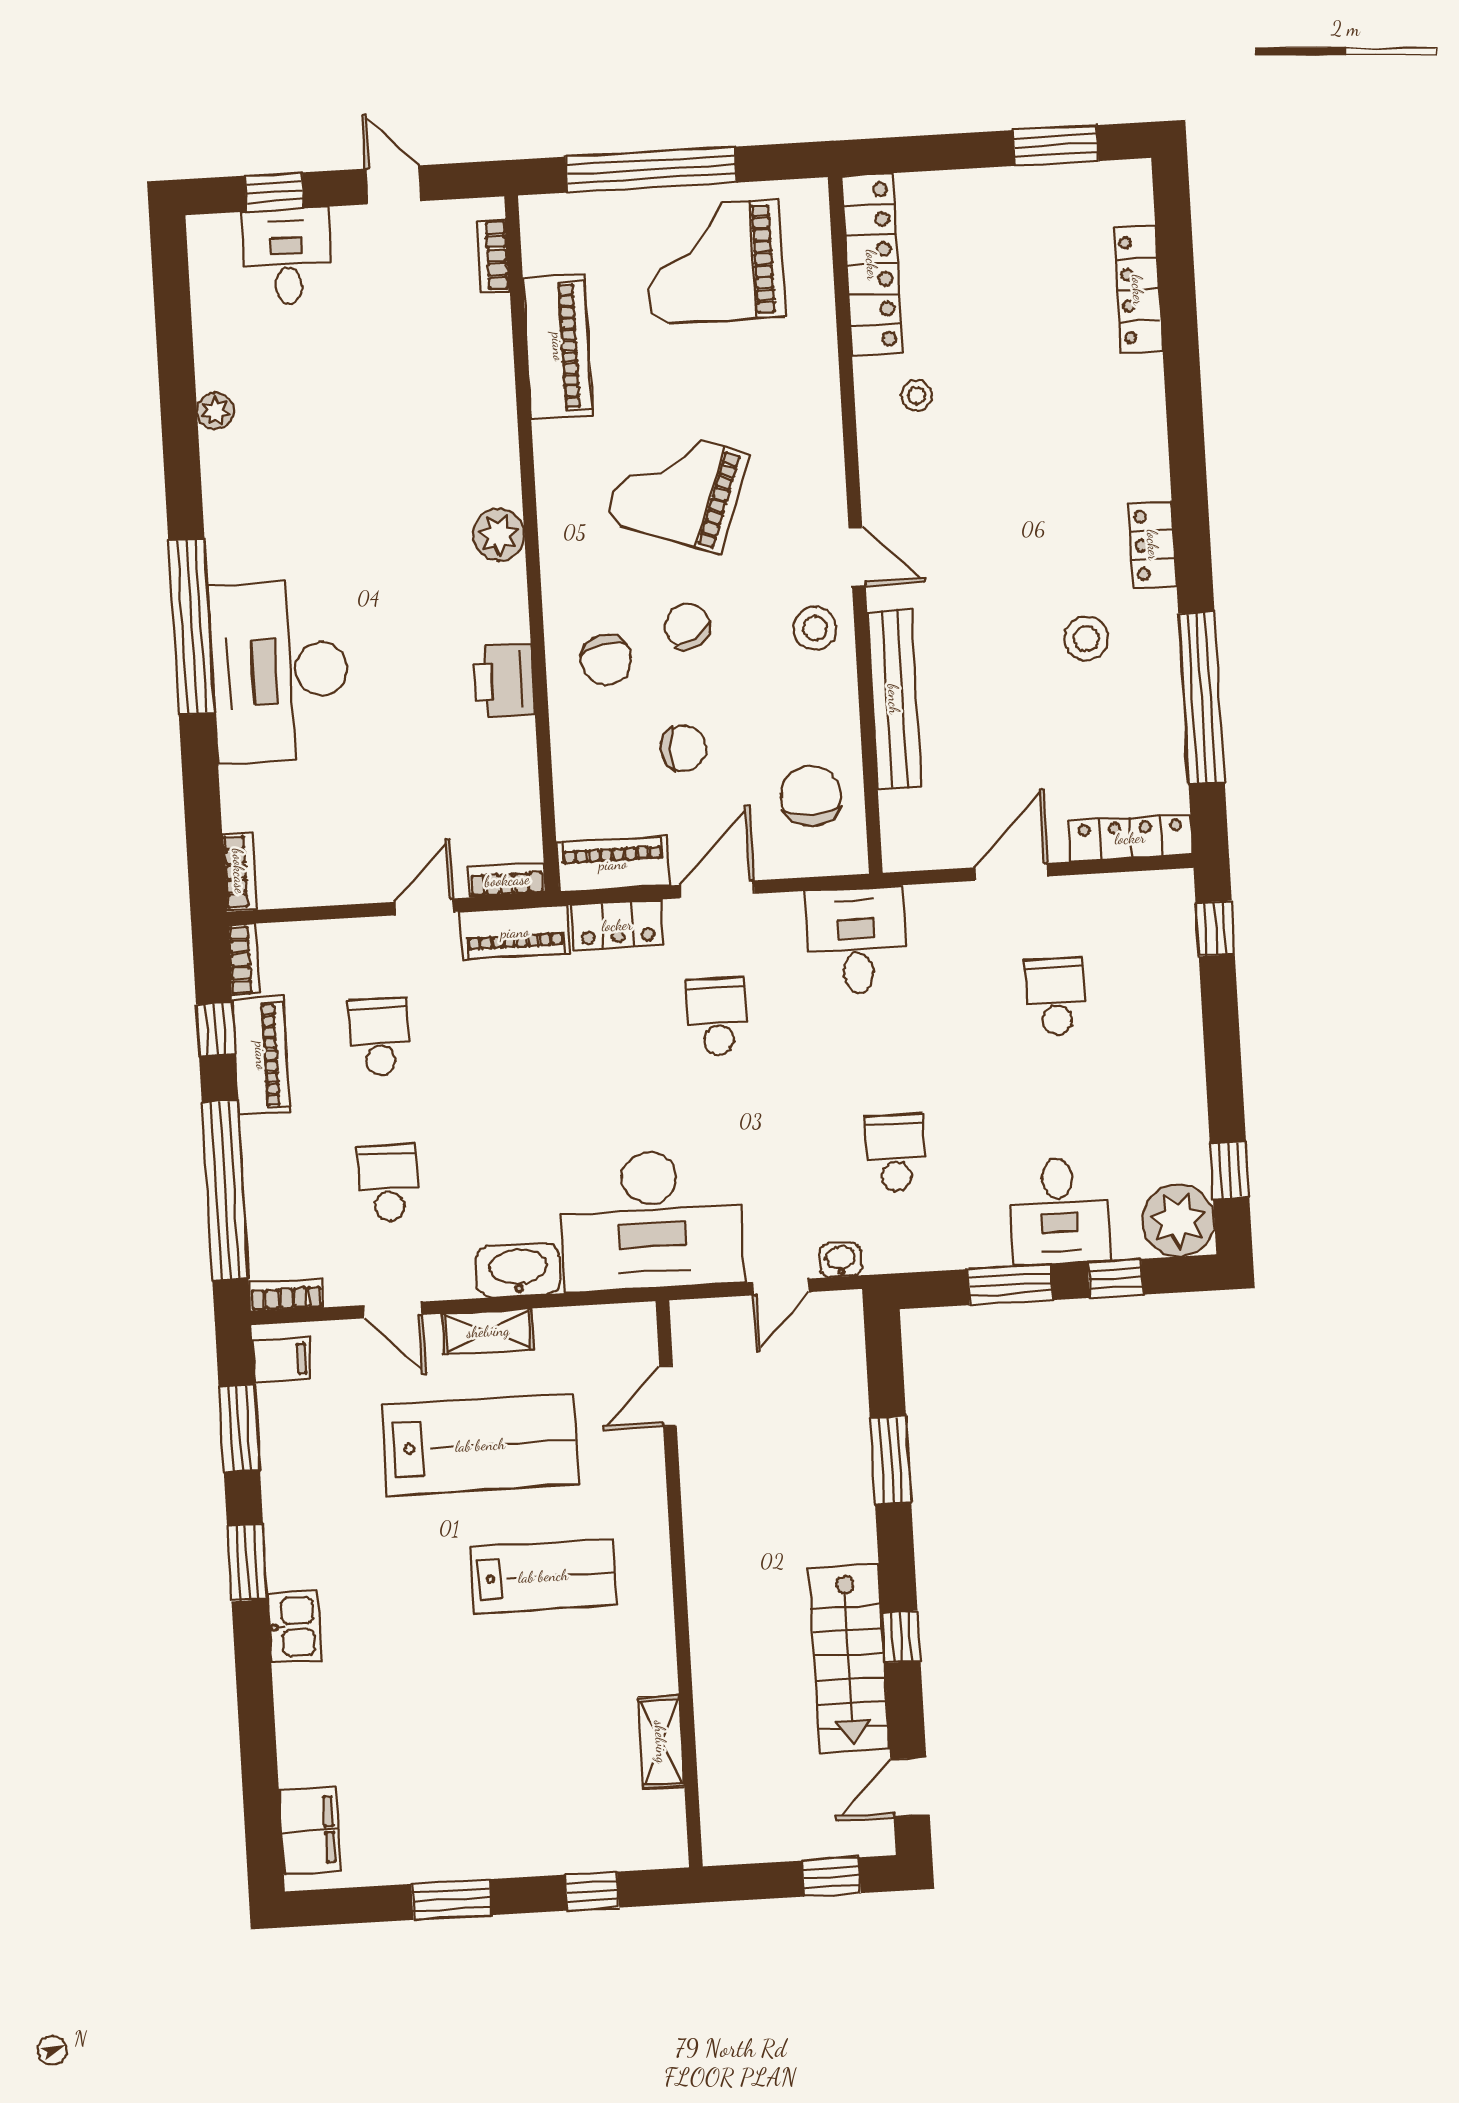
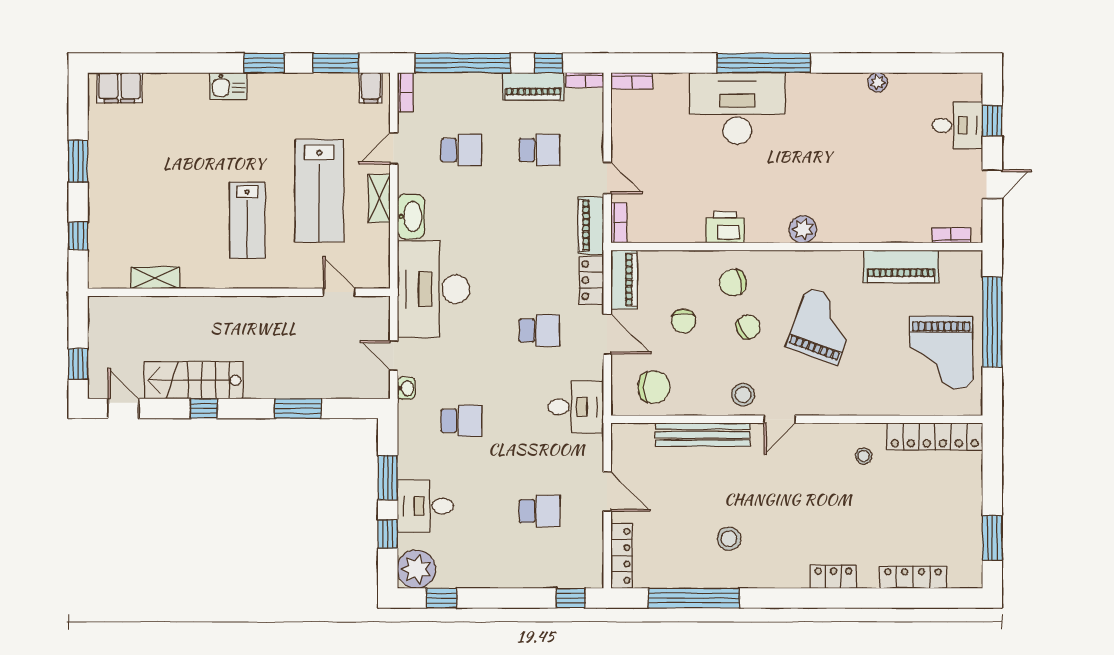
grand piano: (714, 262) -> (941, 353), turned 180
locker: (1153, 545) -> (833, 577), moved

